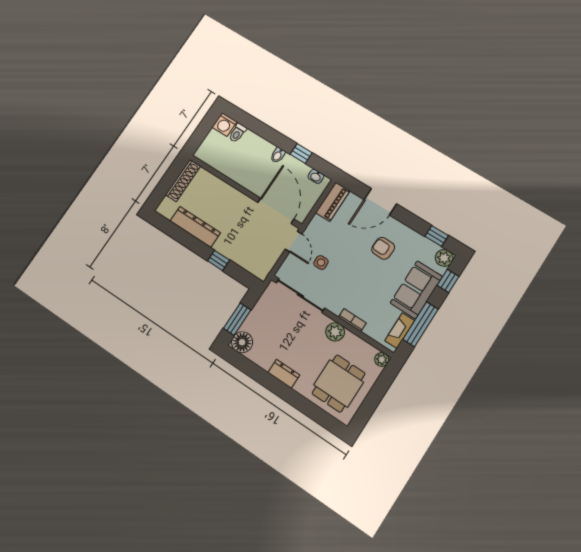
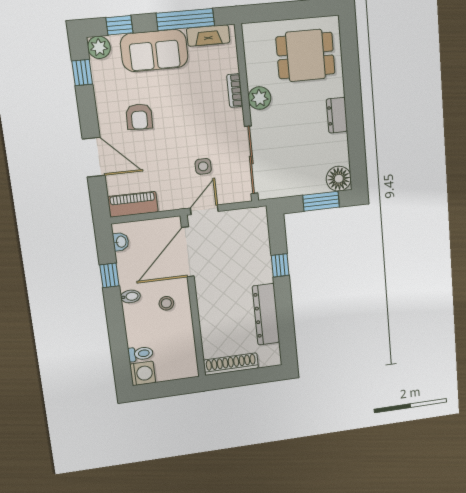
stool: (255, 173) -> (166, 303), added
plant: (382, 359) -> (250, 31), removed

